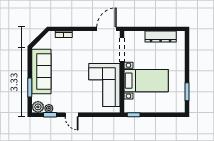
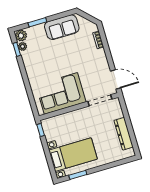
sofa: (41, 71) -> (62, 27), width x0.73
bed with nightstands: (146, 81) -> (73, 155), moved, turned -90
door: (72, 115) -> (23, 70), removed

